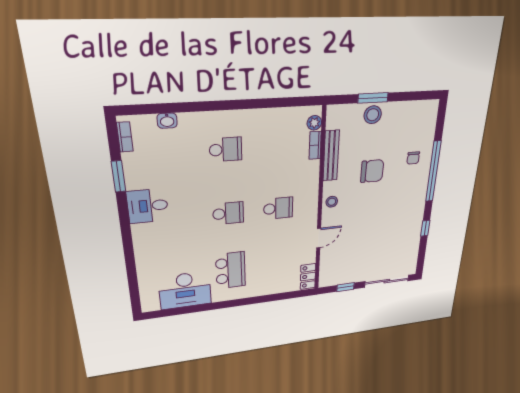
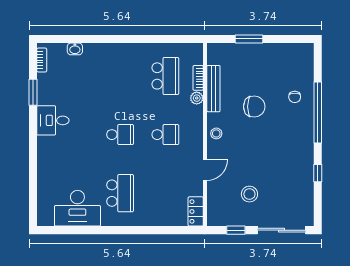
stool: (373, 115) -> (249, 194), moved
plant: (314, 123) -> (197, 98), moved
school desk: (226, 150) -> (165, 76), moved, width x1.85

